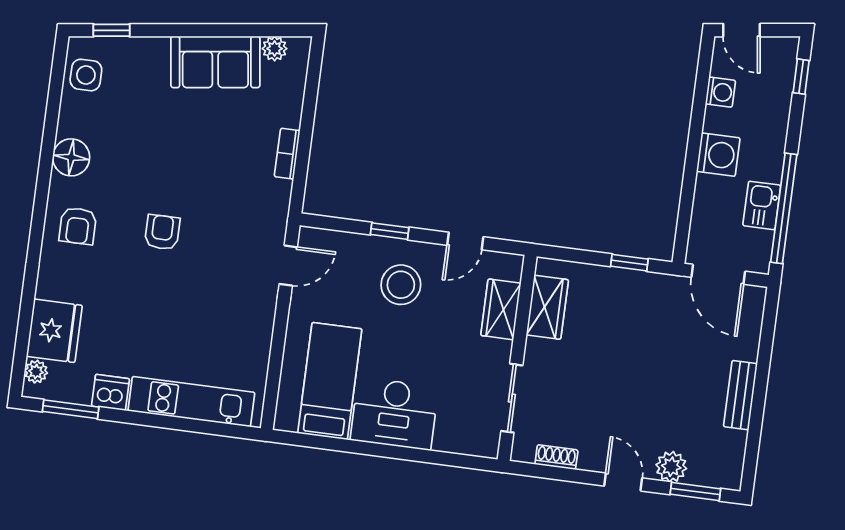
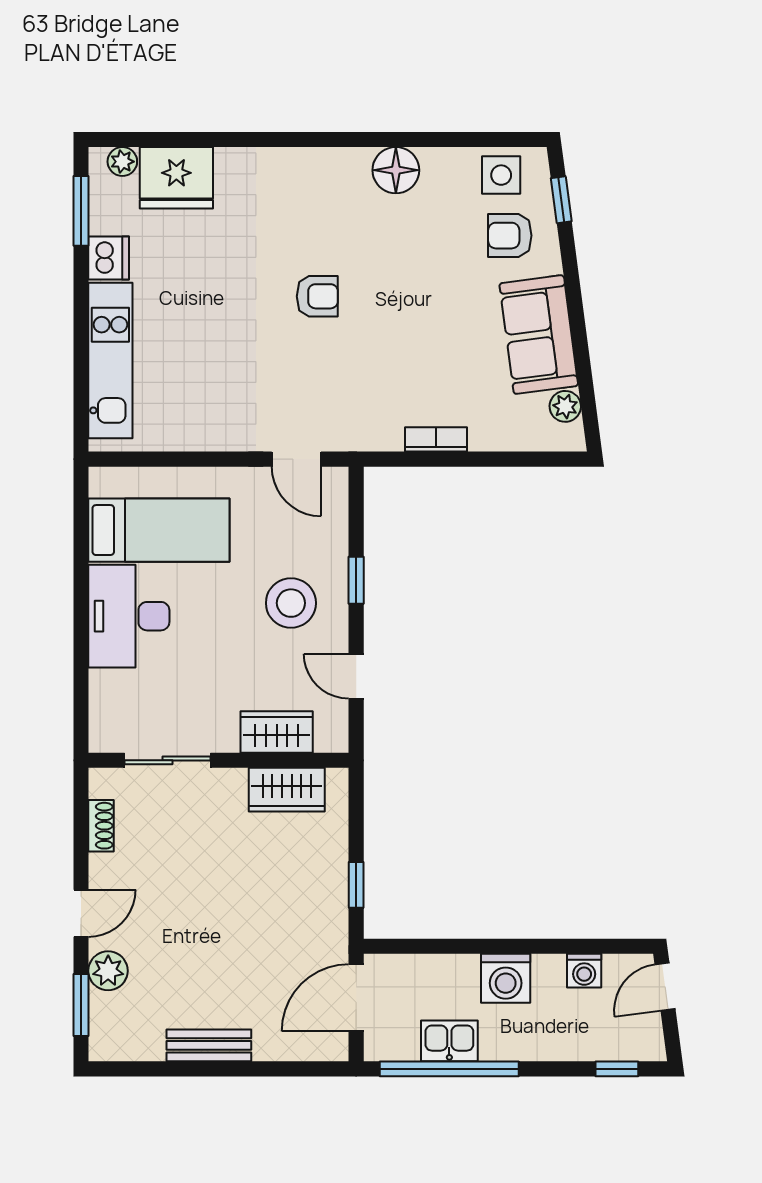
armchair: (78, 226) -> (510, 236), moved

